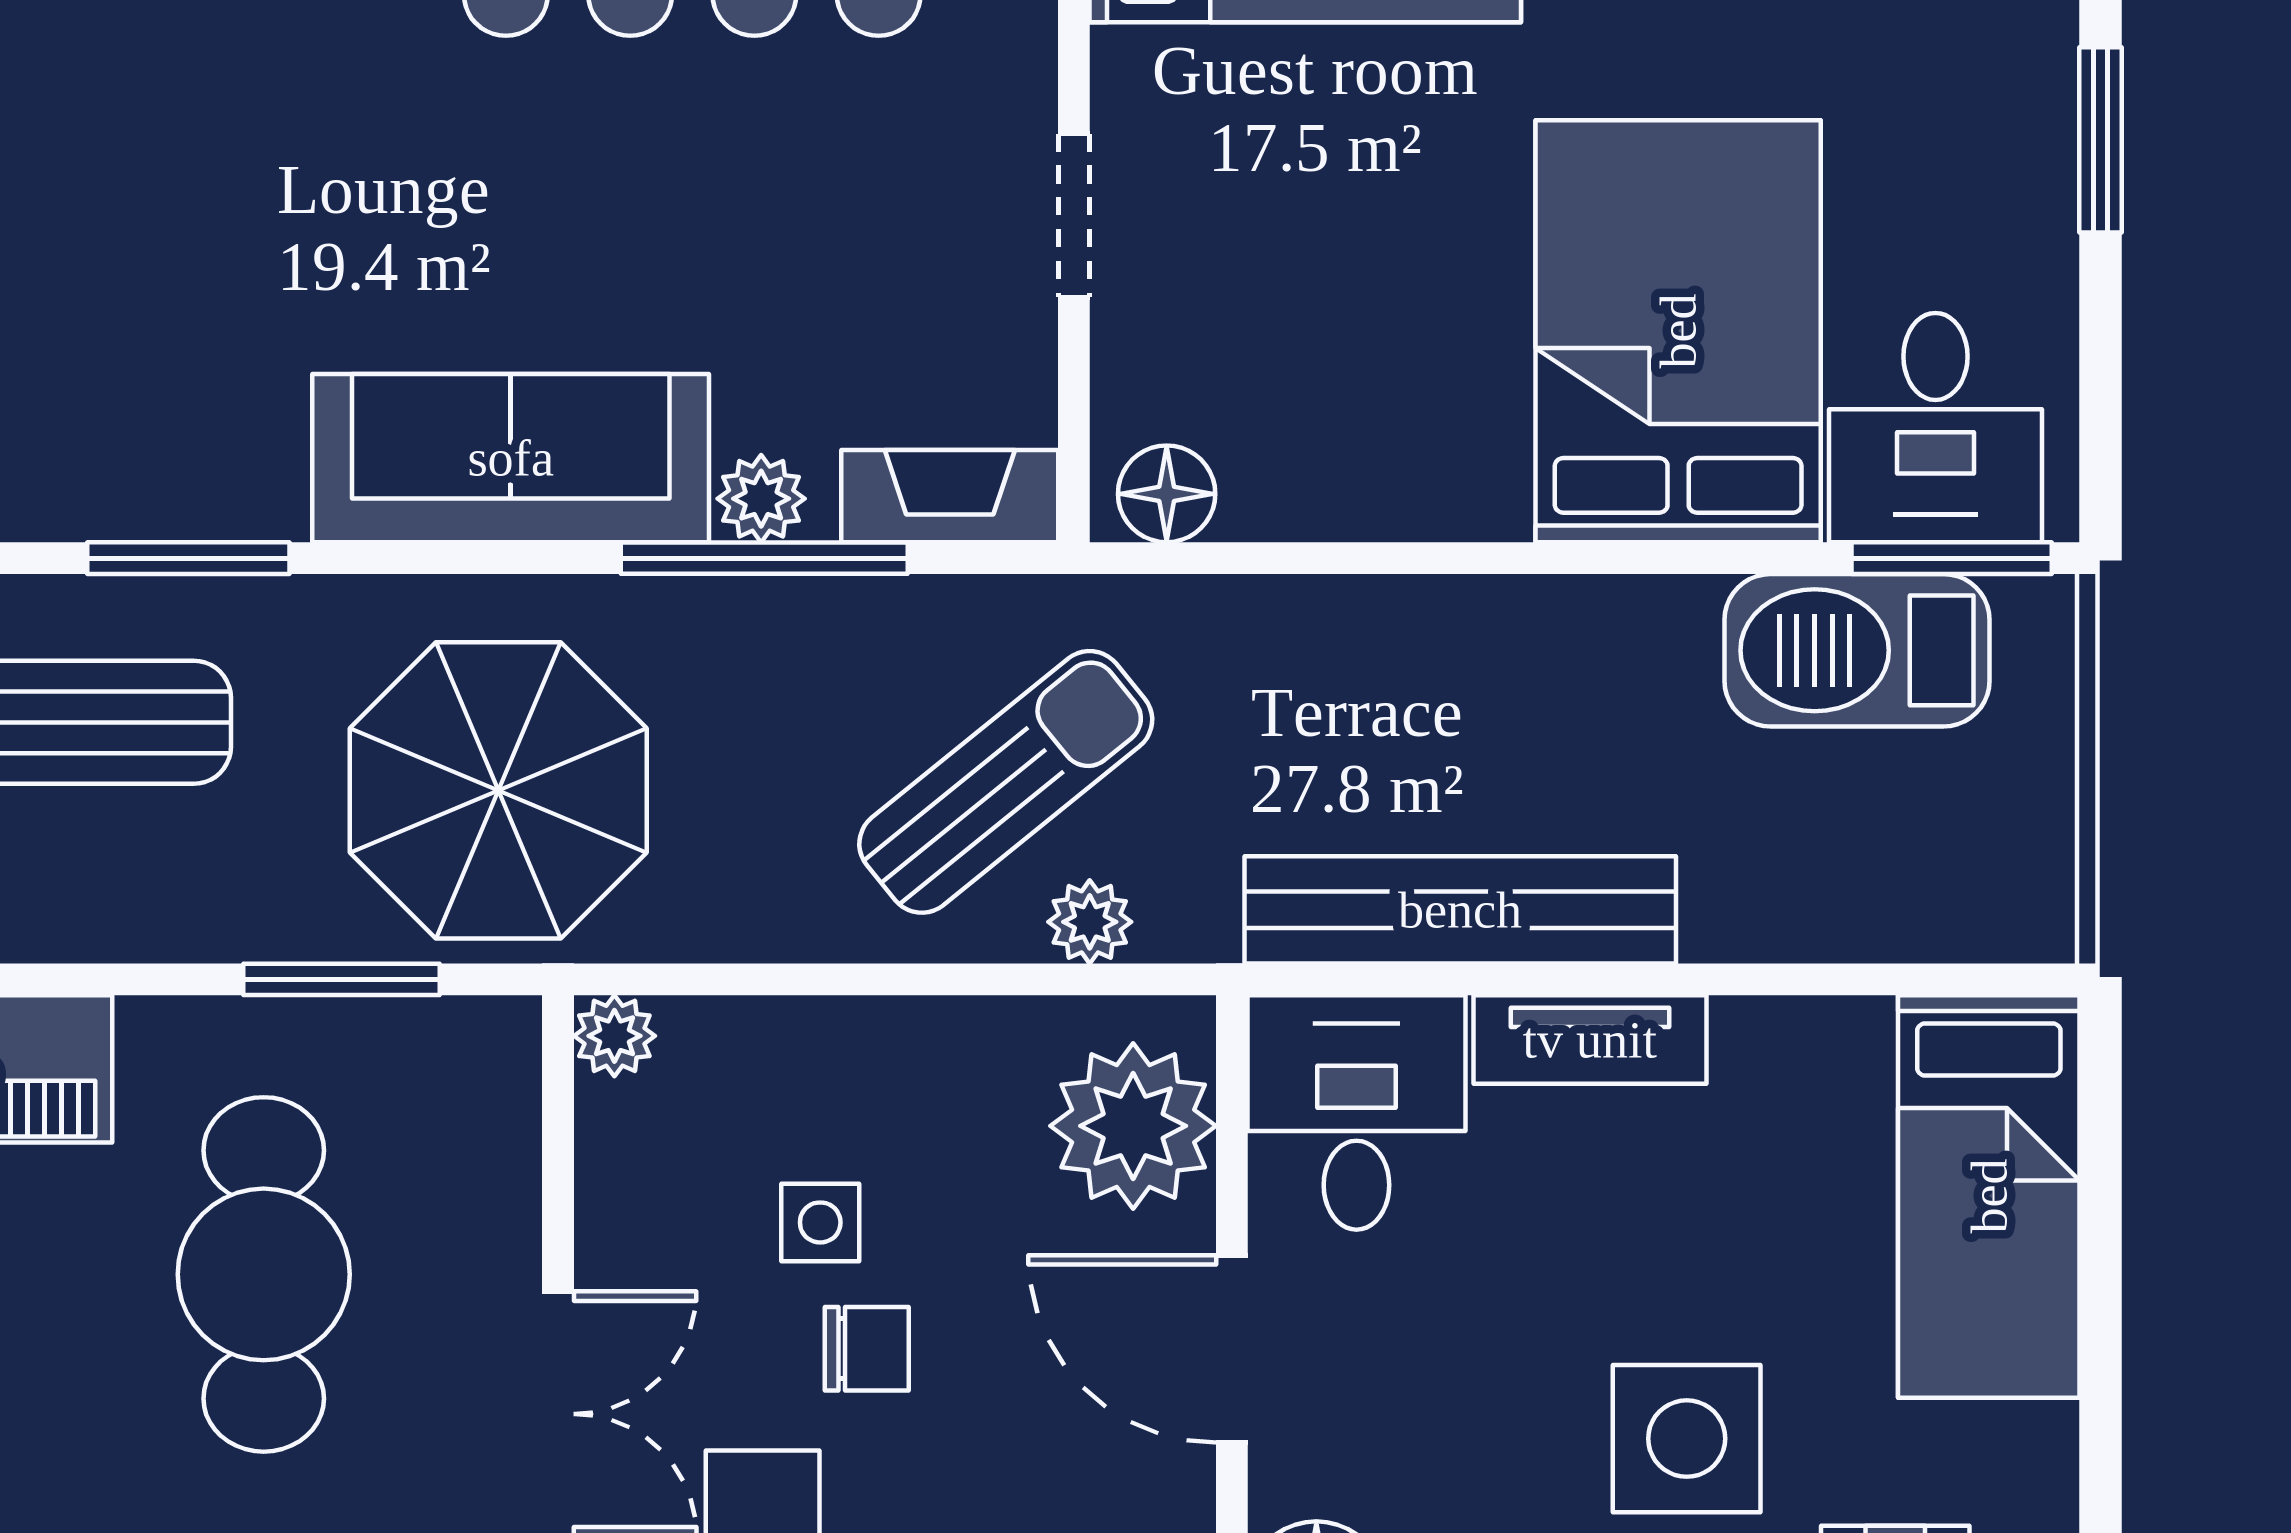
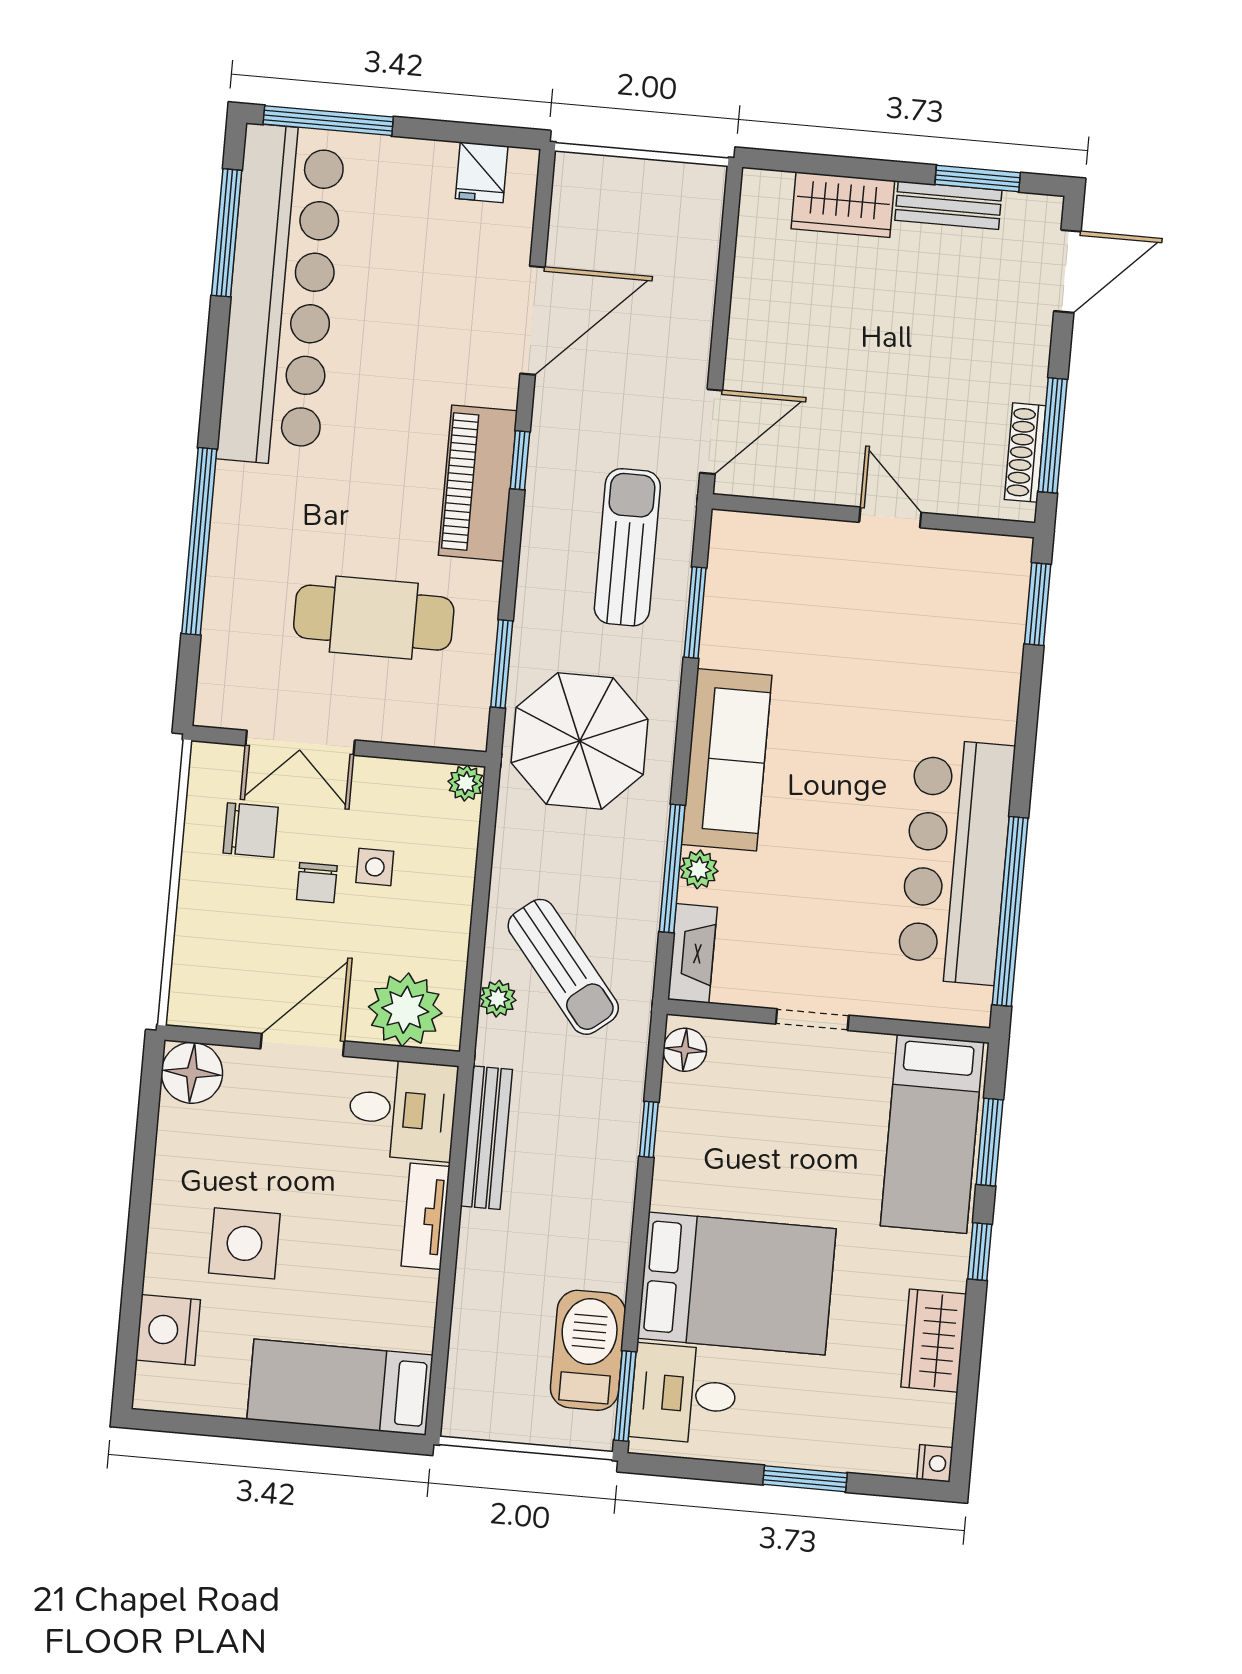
window: (1352, 558) -> (649, 1129), added
bench: (1460, 910) -> (486, 1138), width x0.73, depth x0.82

